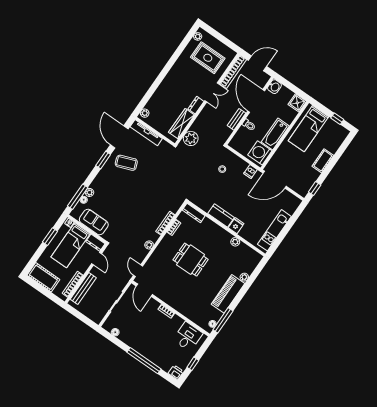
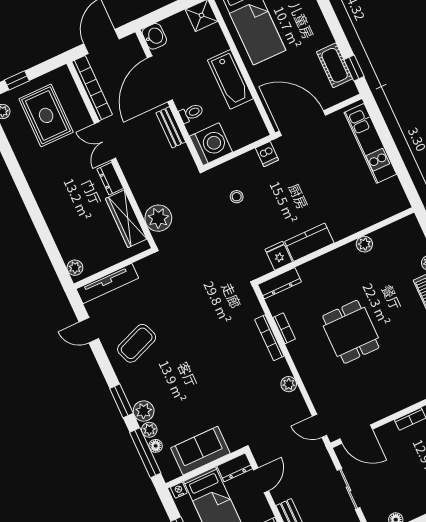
window: (216, 35) -> (17, 80), added
rug: (208, 58) -> (46, 115), turned 90
double door: (212, 92) -> (105, 141), swing flipped
door: (256, 101) -> (160, 79), hinge flipped
door: (119, 137) -> (89, 330), width x0.53
washing machine: (260, 153) -> (211, 144), moved, turned 180
window: (103, 160) -> (121, 401), moved
cot: (323, 161) -> (335, 65), moved
door: (275, 180) -> (302, 123), swing flipped
plant: (97, 185) -> (144, 411), added
fridge: (236, 226) -> (279, 256), moved
kitchen unit: (274, 230) -> (370, 143), moved
door: (97, 259) -> (261, 480), hinge flipped
dining table: (191, 260) -> (351, 332), turned 90

